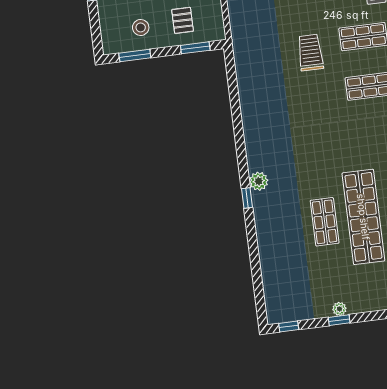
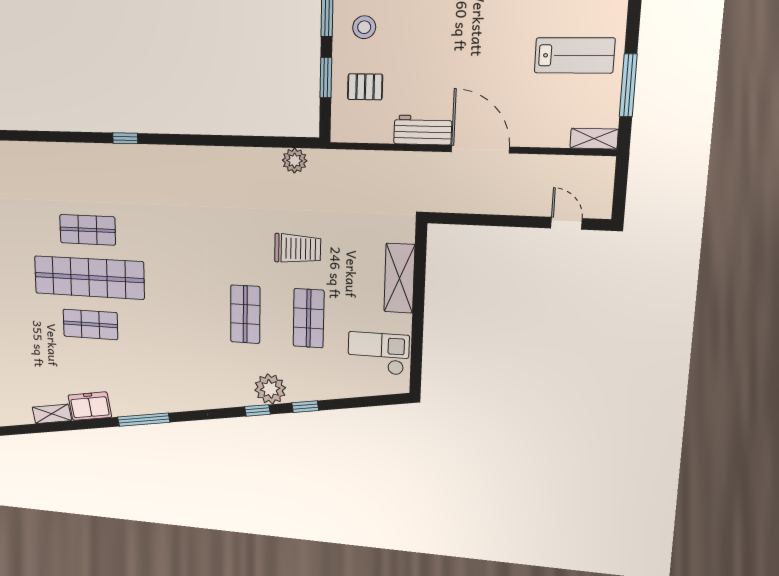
window: (195, 48) -> (326, 78), moved
plant: (259, 181) -> (295, 161), moved

